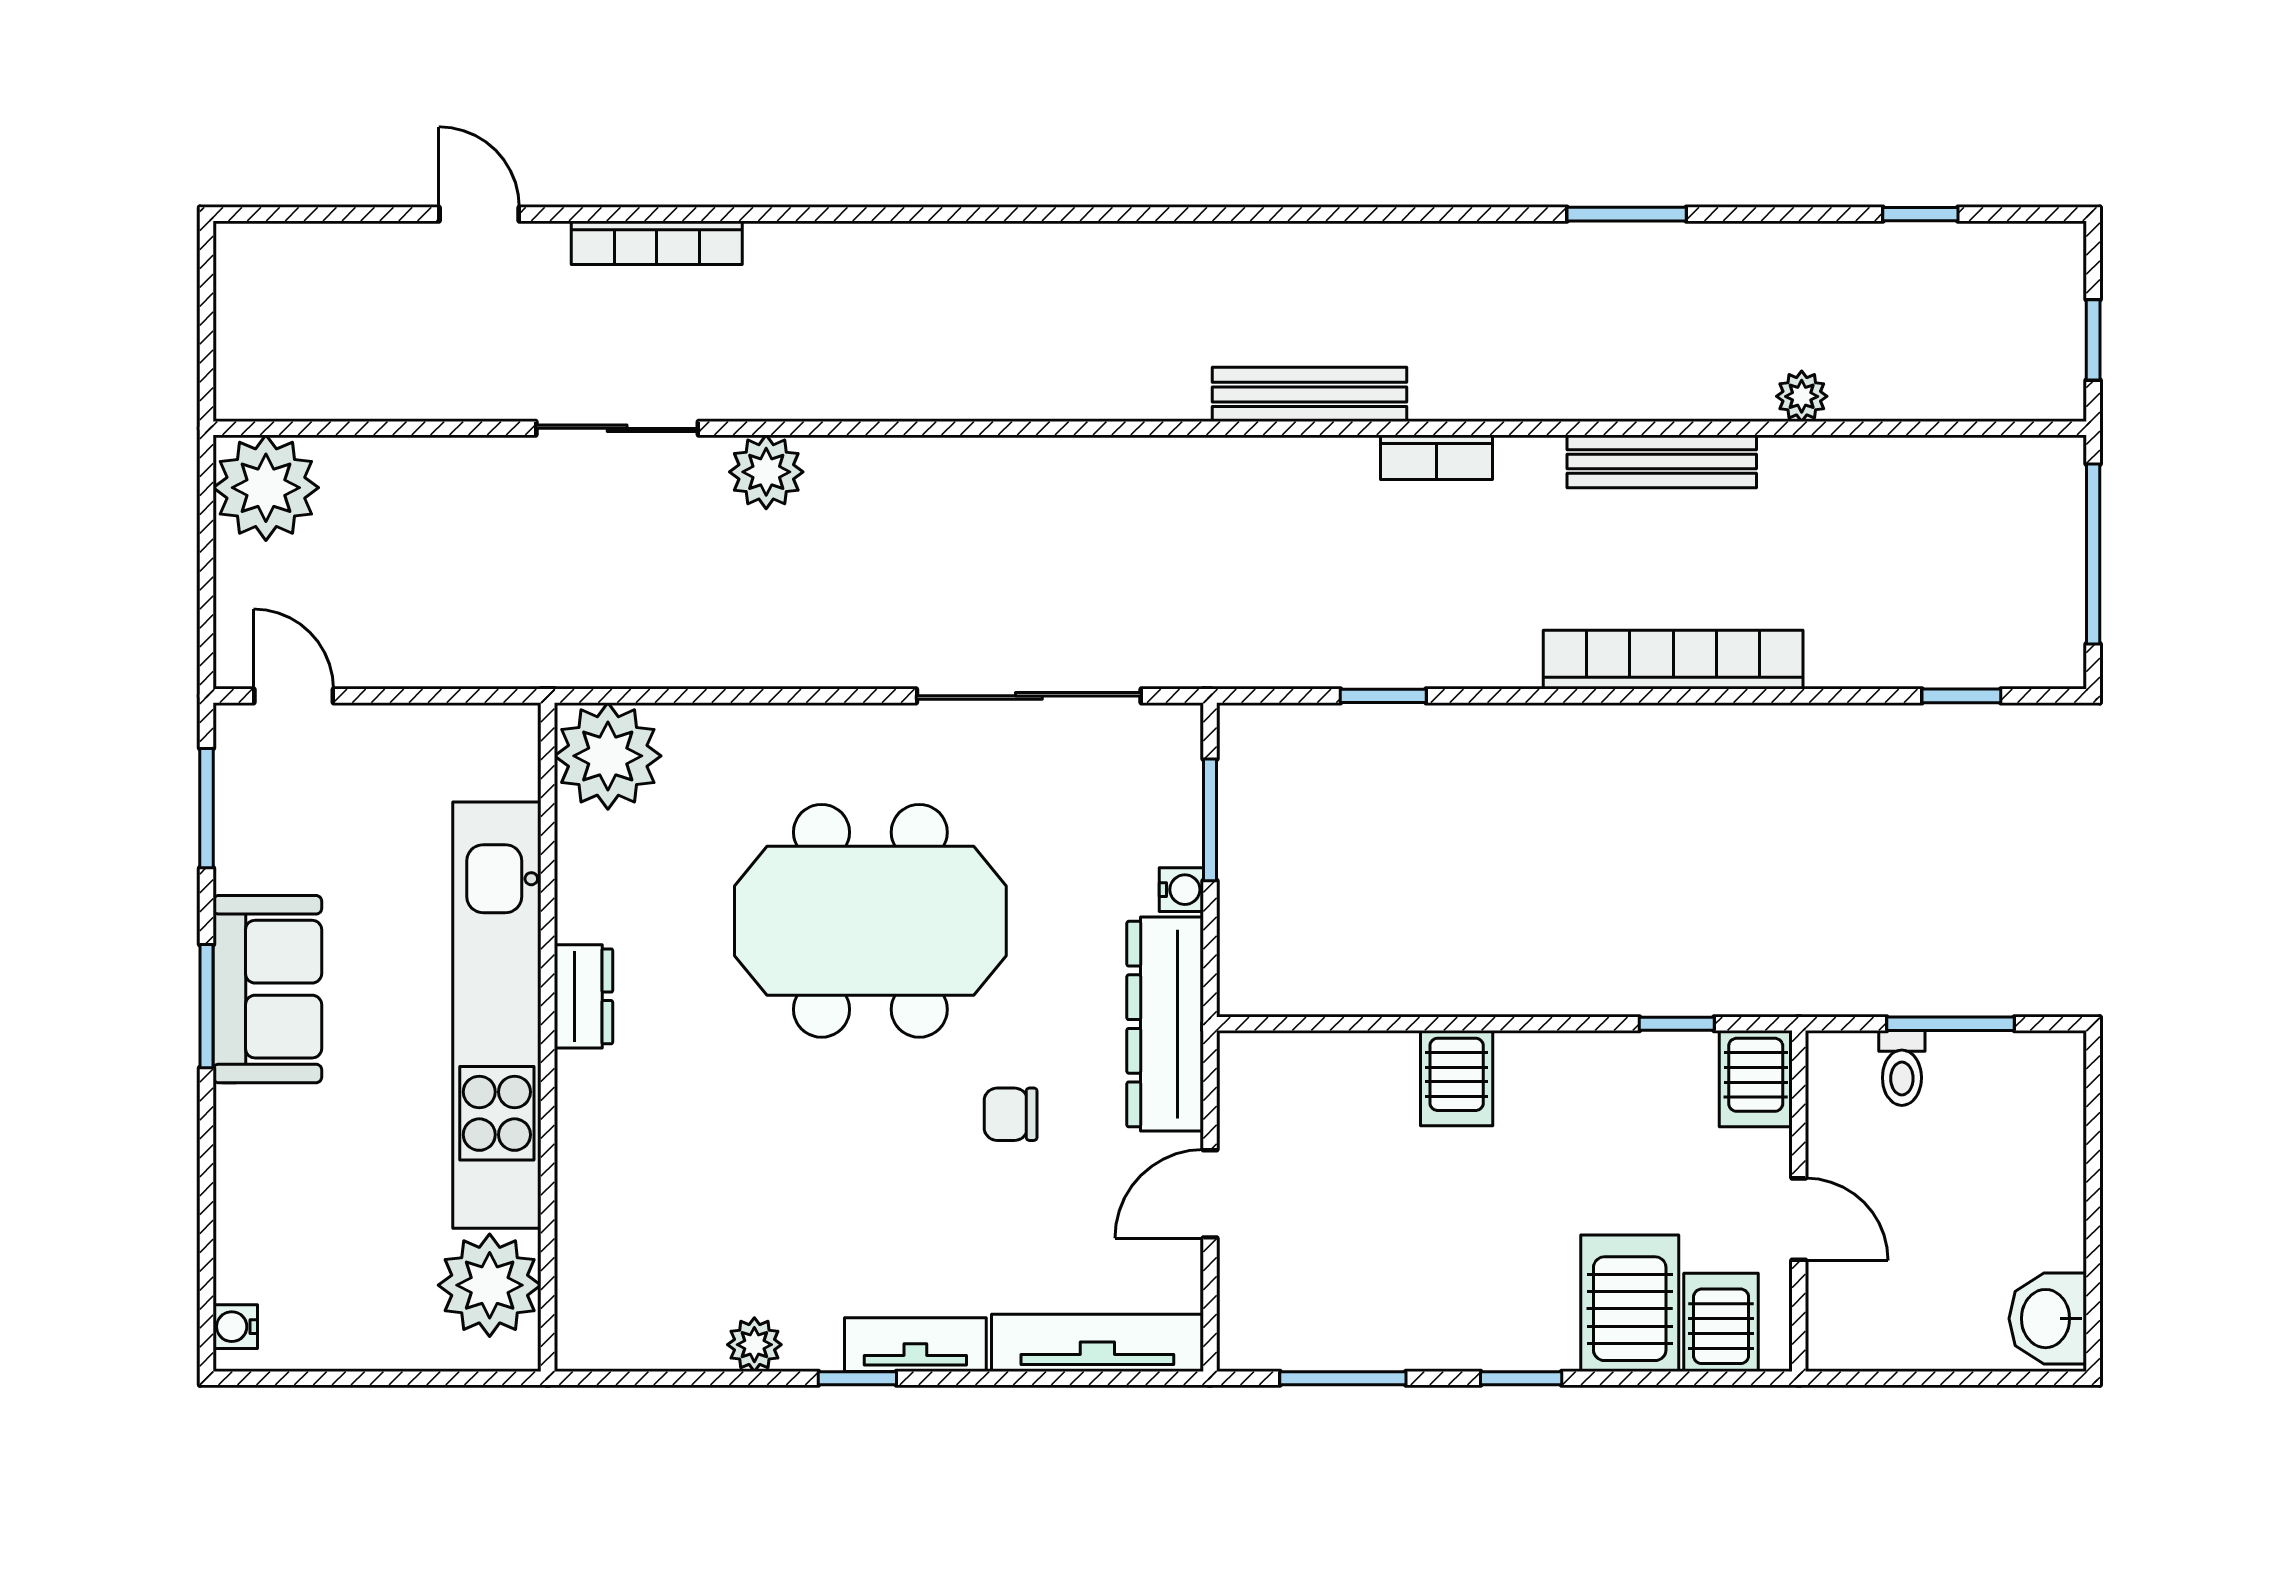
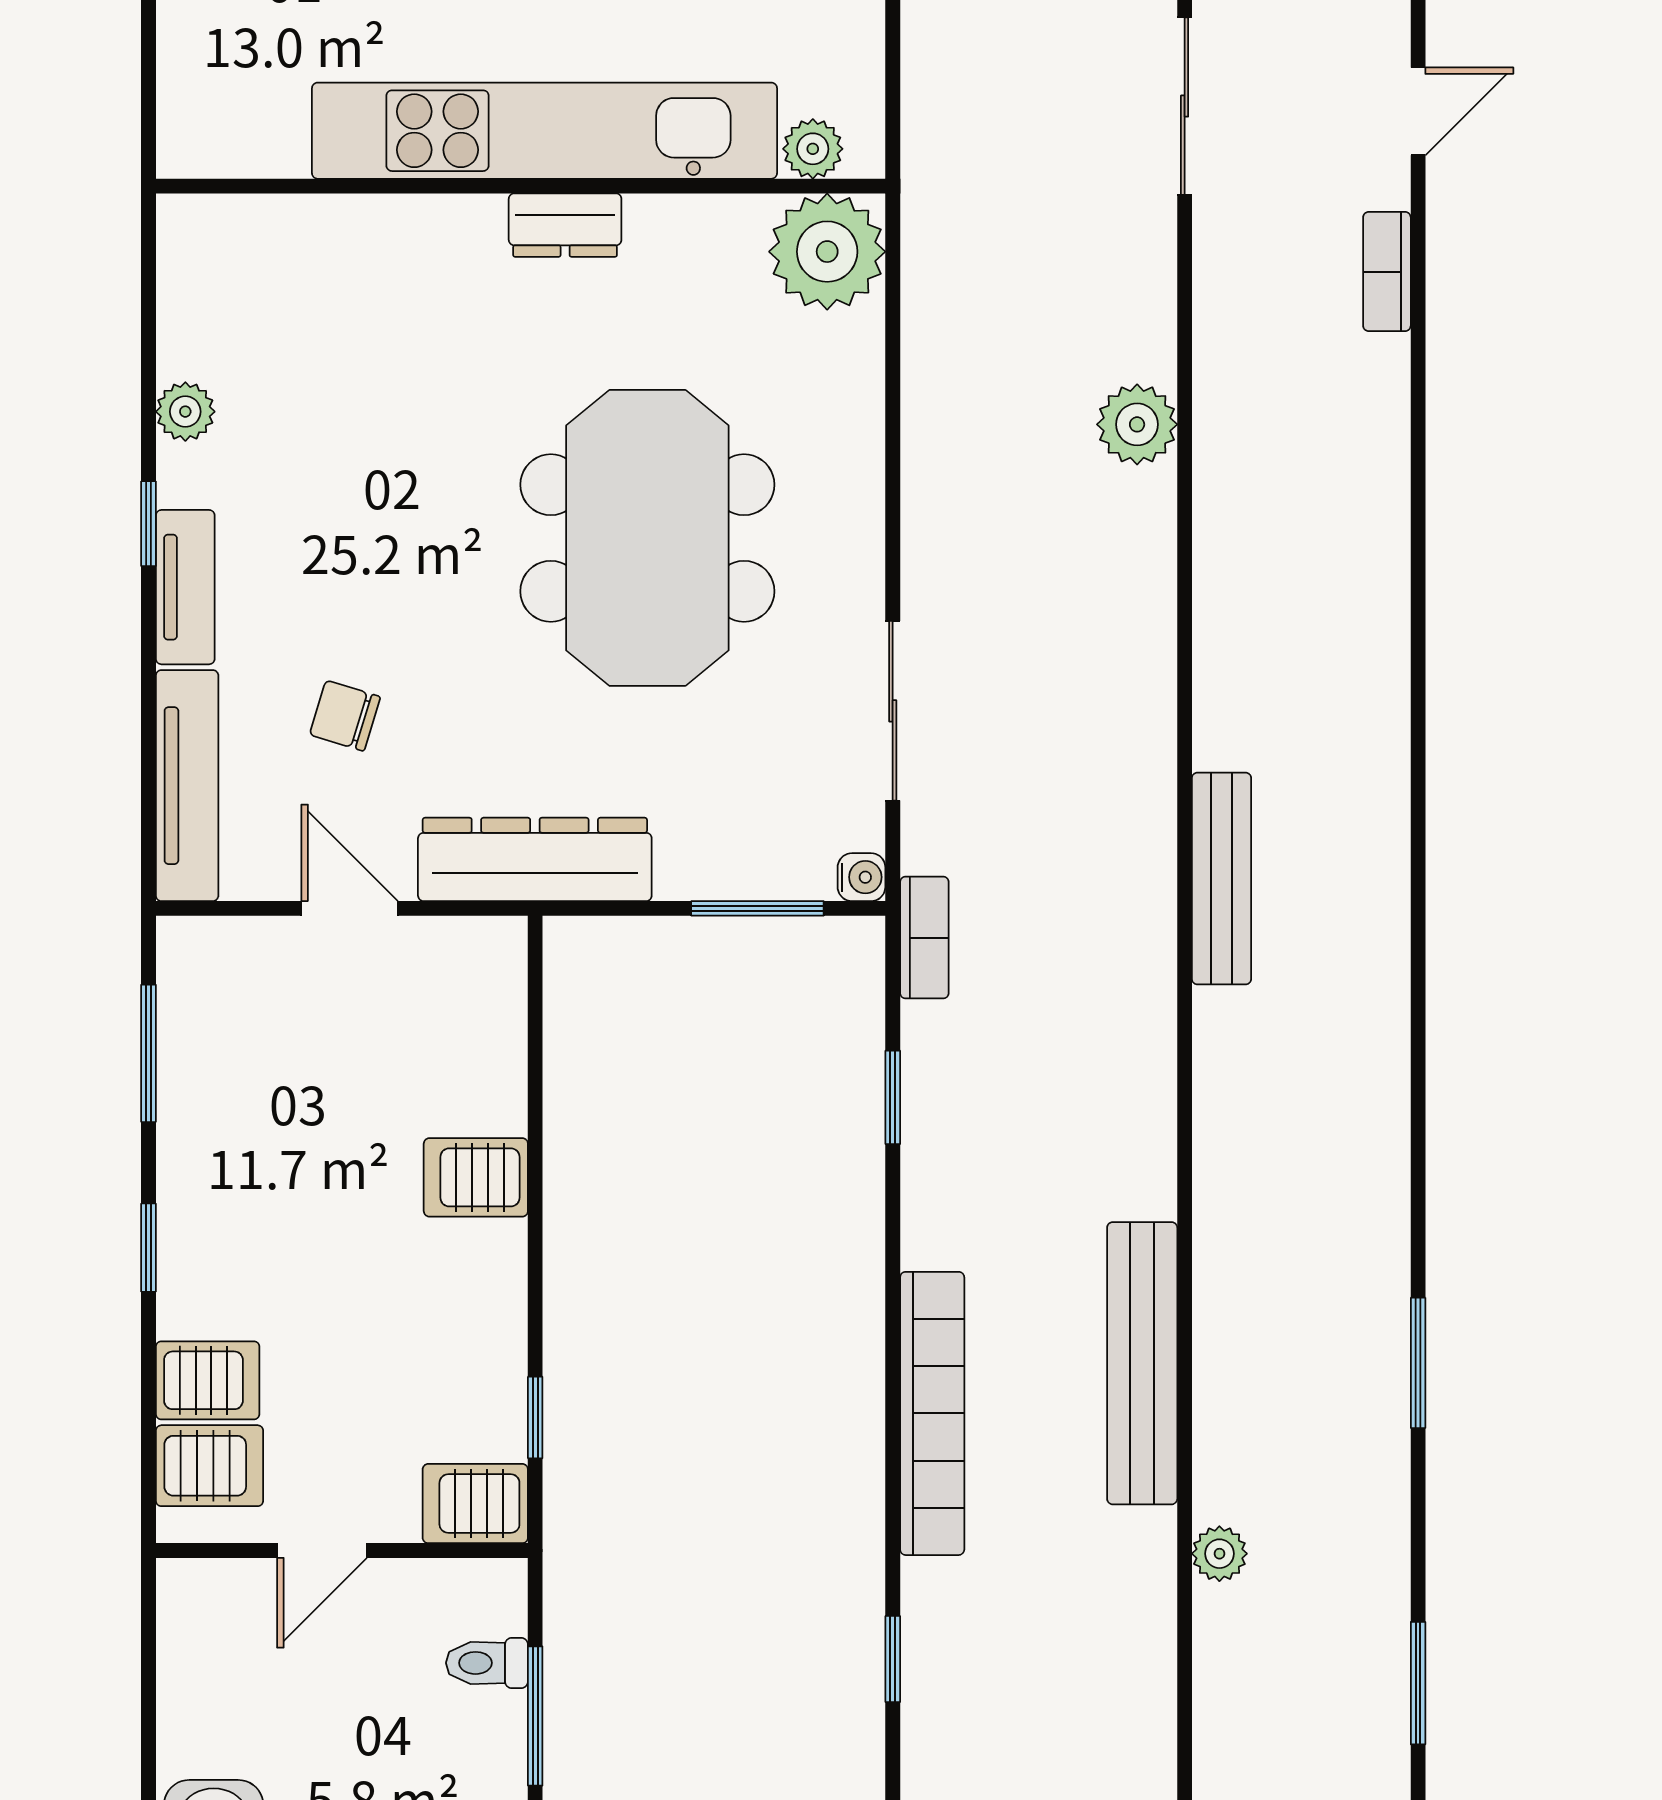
window: (1920, 214) -> (1418, 1683), width x1.50
bookcase: (657, 243) -> (1387, 272), width x0.64
bench: (1309, 394) -> (1222, 879), moved
sliding door: (617, 428) -> (1185, 106), moved
bookcase: (1437, 457) -> (924, 938), moved, turned 180
bench: (1662, 461) -> (1142, 1363), width x1.37, depth x1.21
sliding door: (1029, 696) -> (893, 711), width x0.73
window: (1961, 696) -> (893, 1659), moved
water cooler: (1181, 890) -> (861, 877), moved, turned -90
chair: (1011, 1114) -> (345, 716), moved, turned -73
plant: (490, 1285) -> (813, 149), moved, width x0.53, depth x0.53
server rack: (1630, 1303) -> (208, 1380), width x0.73, depth x0.70

